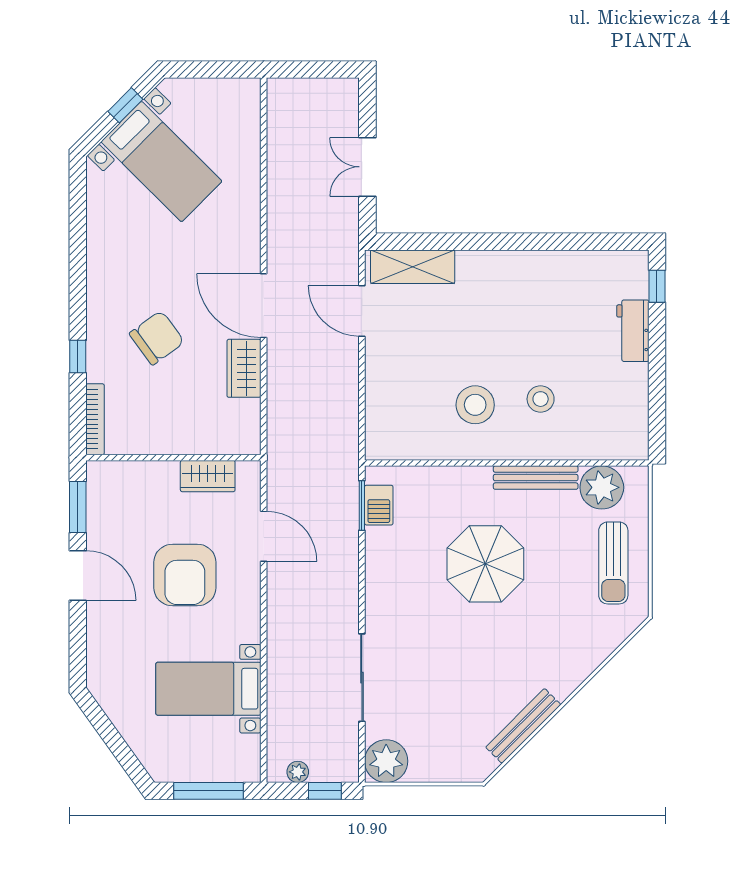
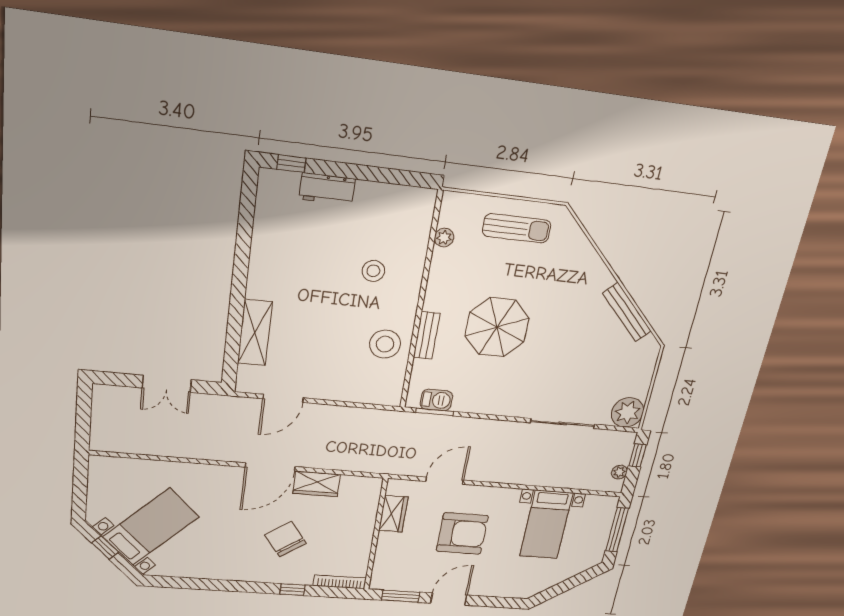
shelving: (413, 267) -> (255, 333), moved
stool: (475, 405) -> (385, 344), moved
bench: (536, 478) -> (427, 335), moved, width x0.73
plant: (602, 487) -> (444, 238), width x0.53, depth x0.53

